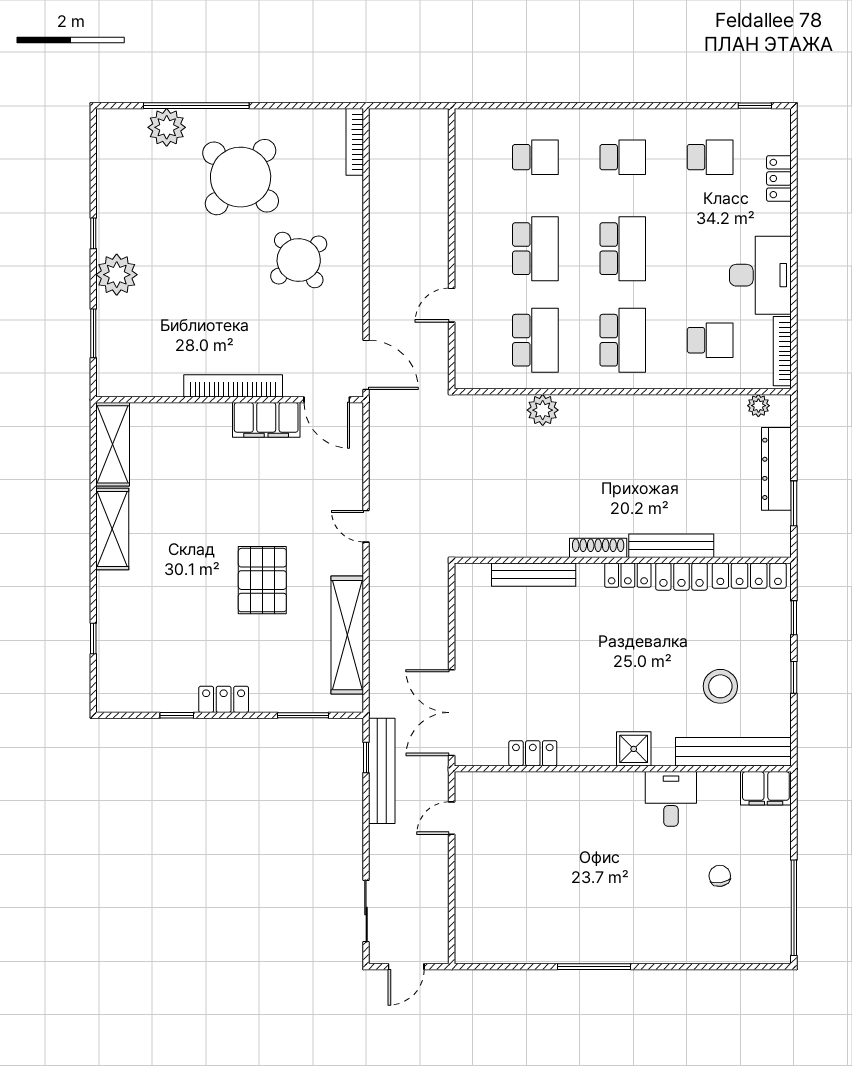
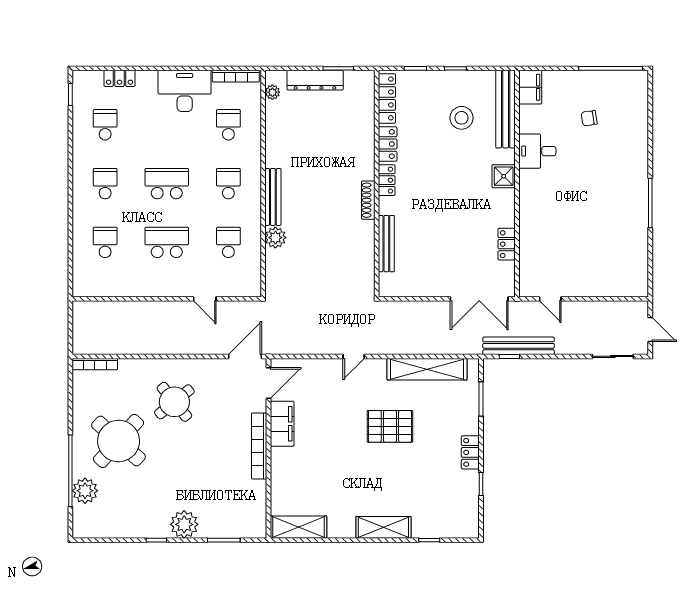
school desk: (535, 340) -> (228, 242), width x0.54
school desk: (623, 340) -> (228, 184), width x0.54
shelving: (112, 529) -> (383, 527), moved
bench: (671, 546) -> (273, 197), moved

